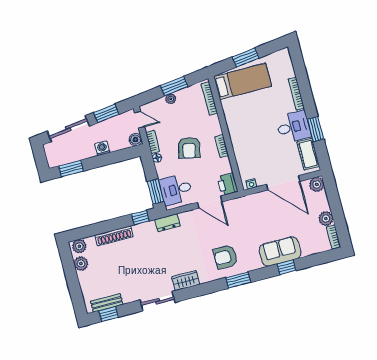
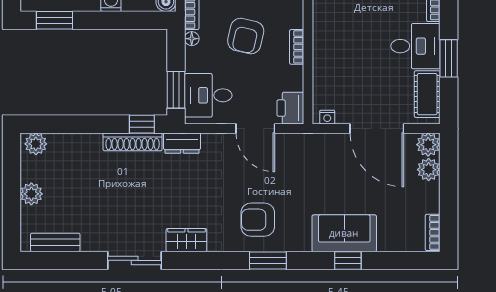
plant: (326, 219) -> (429, 170), moved
shoe rack: (114, 236) -> (133, 142), moved
plant: (81, 264) -> (31, 194), moved
window: (109, 314) -> (54, 260), removed

